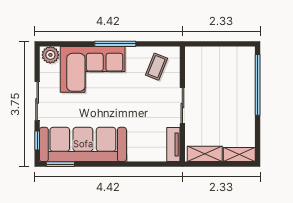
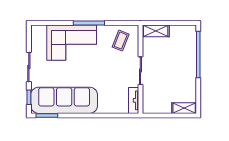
plant: (50, 55) -> (39, 32), removed
shelving: (205, 154) -> (156, 31), moved

